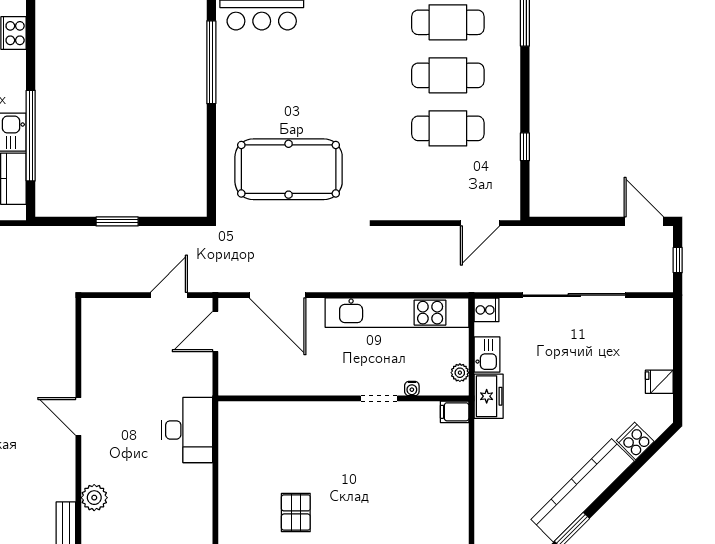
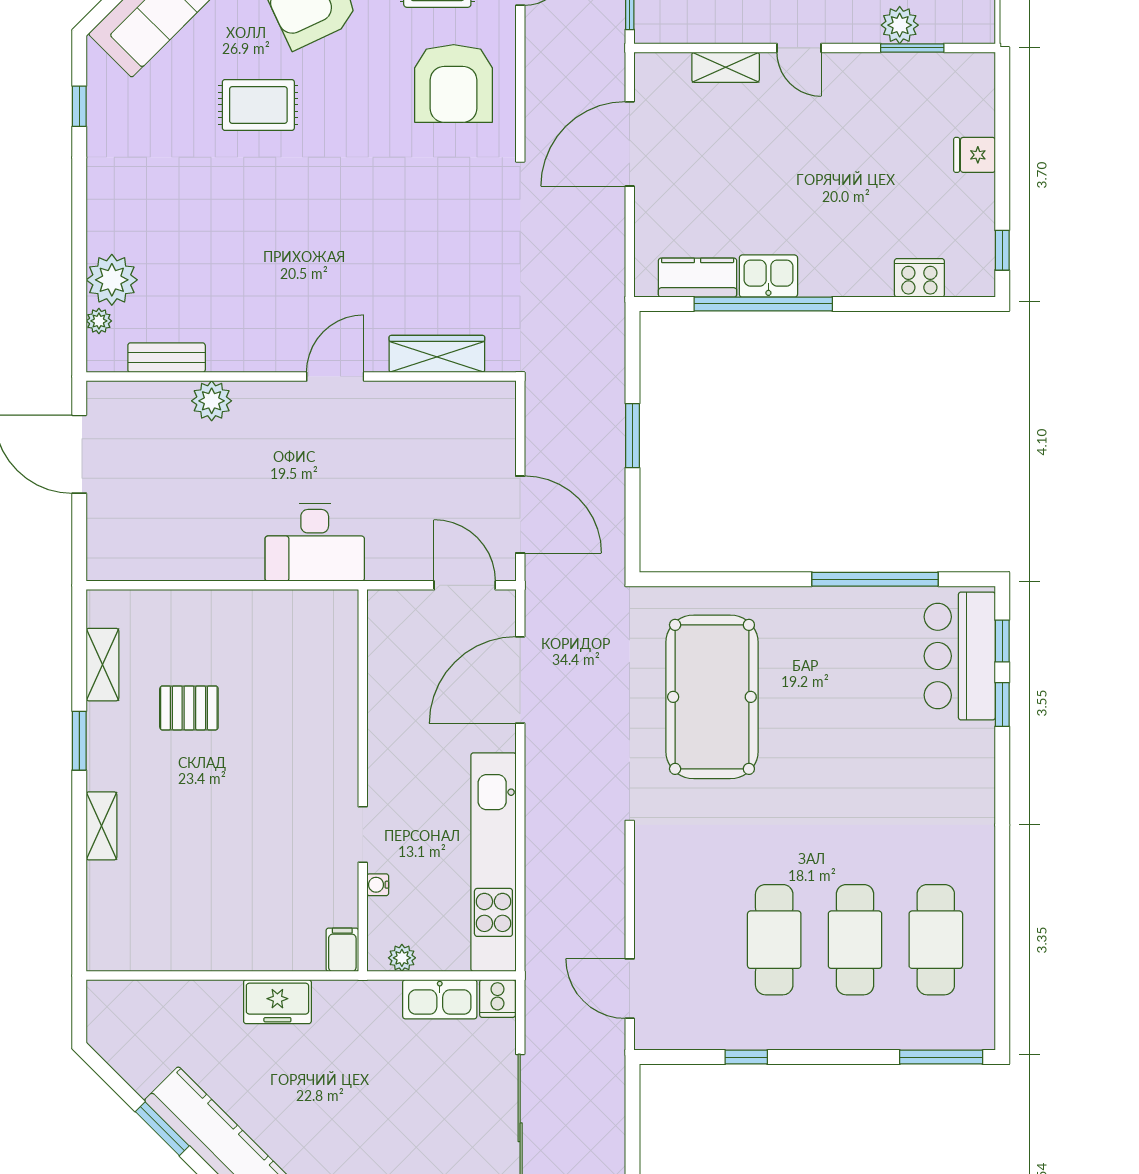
door: (169, 295) -> (520, 514), width x1.36
wardrobe: (64, 350) -> (437, 354), added
kitchen sink: (487, 355) -> (440, 999), width x1.38
freezer: (489, 396) -> (277, 1002), moved

